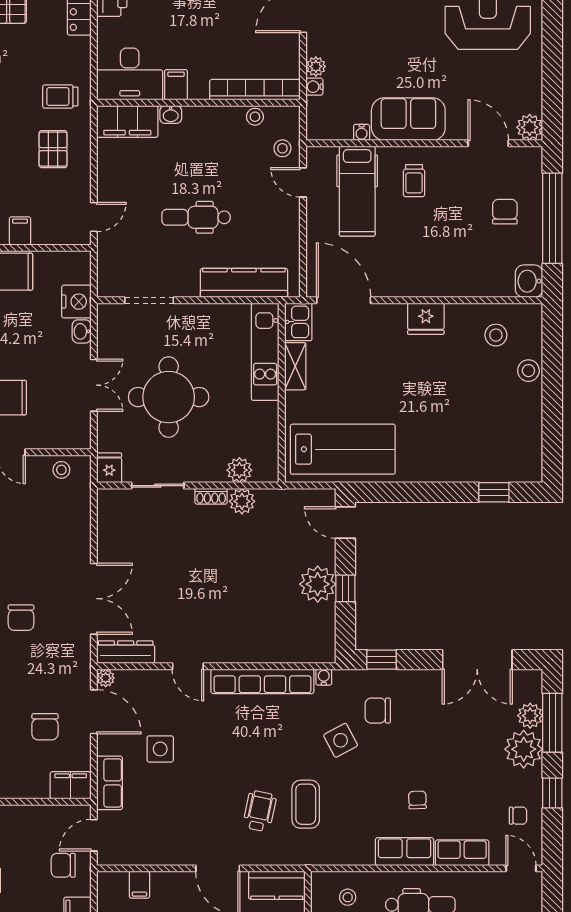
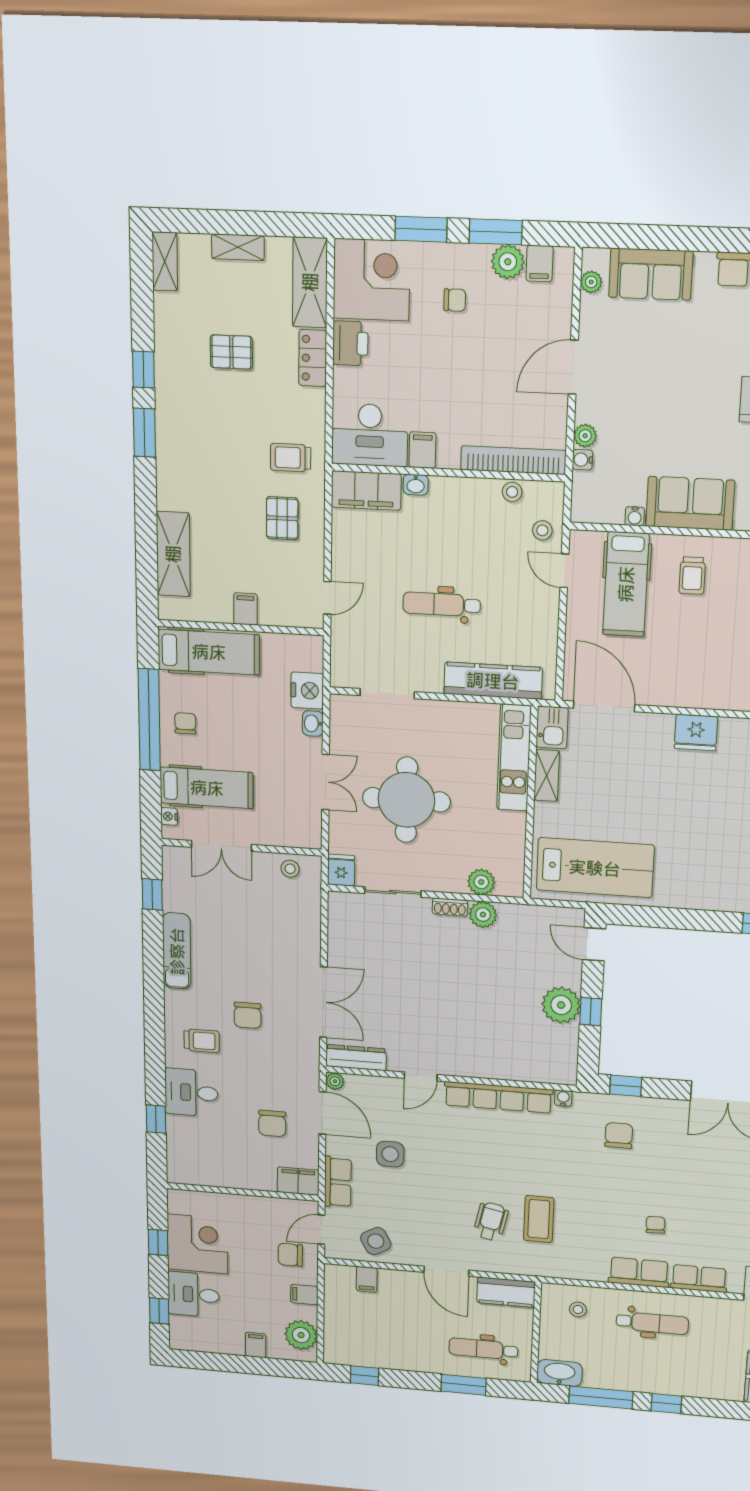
door: (188, 666) -> (421, 1076), hinge flipped
chair: (378, 711) -> (619, 1135), turned 90
side table: (341, 740) -> (376, 1241), moved

